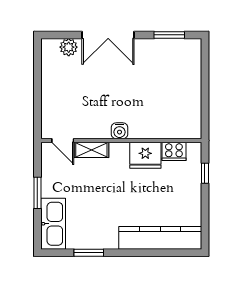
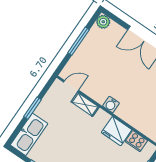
plant: (69, 47) -> (103, 22), moved
window: (37, 86) -> (79, 41), added
door: (63, 141) -> (71, 86), swing flipped

